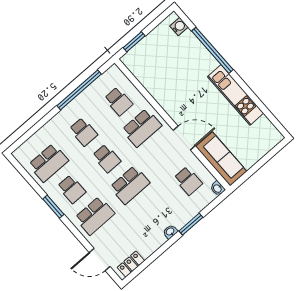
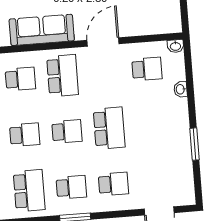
sofa: (221, 159) -> (42, 30), moved
school desk: (95, 216) -> (113, 184), width x0.54
window: (191, 224) -> (194, 144), moved
washbasin: (170, 232) -> (181, 89), moved
locker: (131, 264) -> (186, 184), removed

